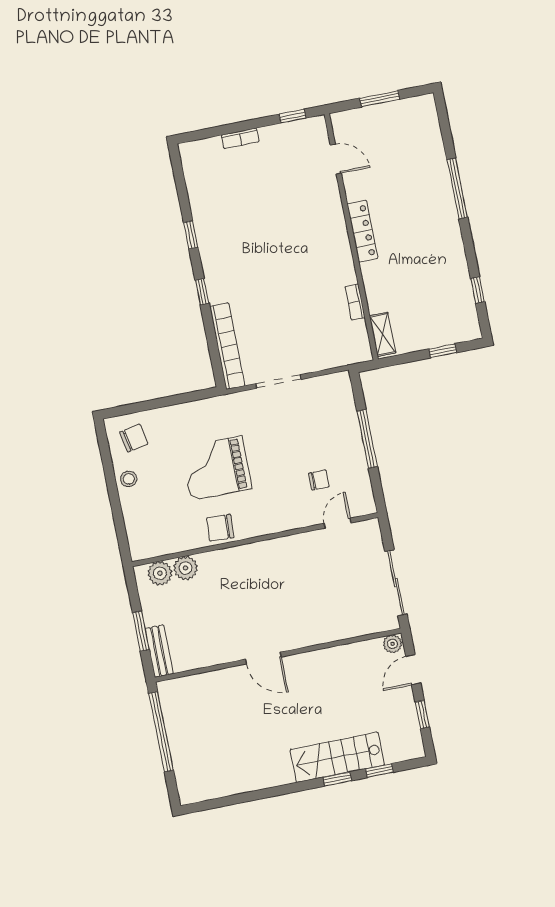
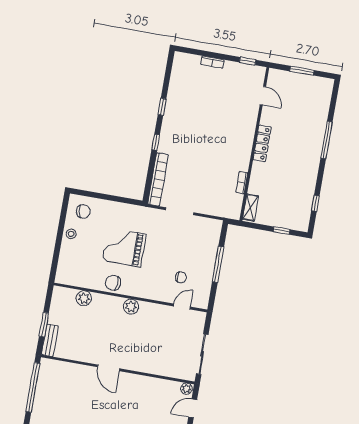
plant: (160, 573) -> (131, 307), moved

